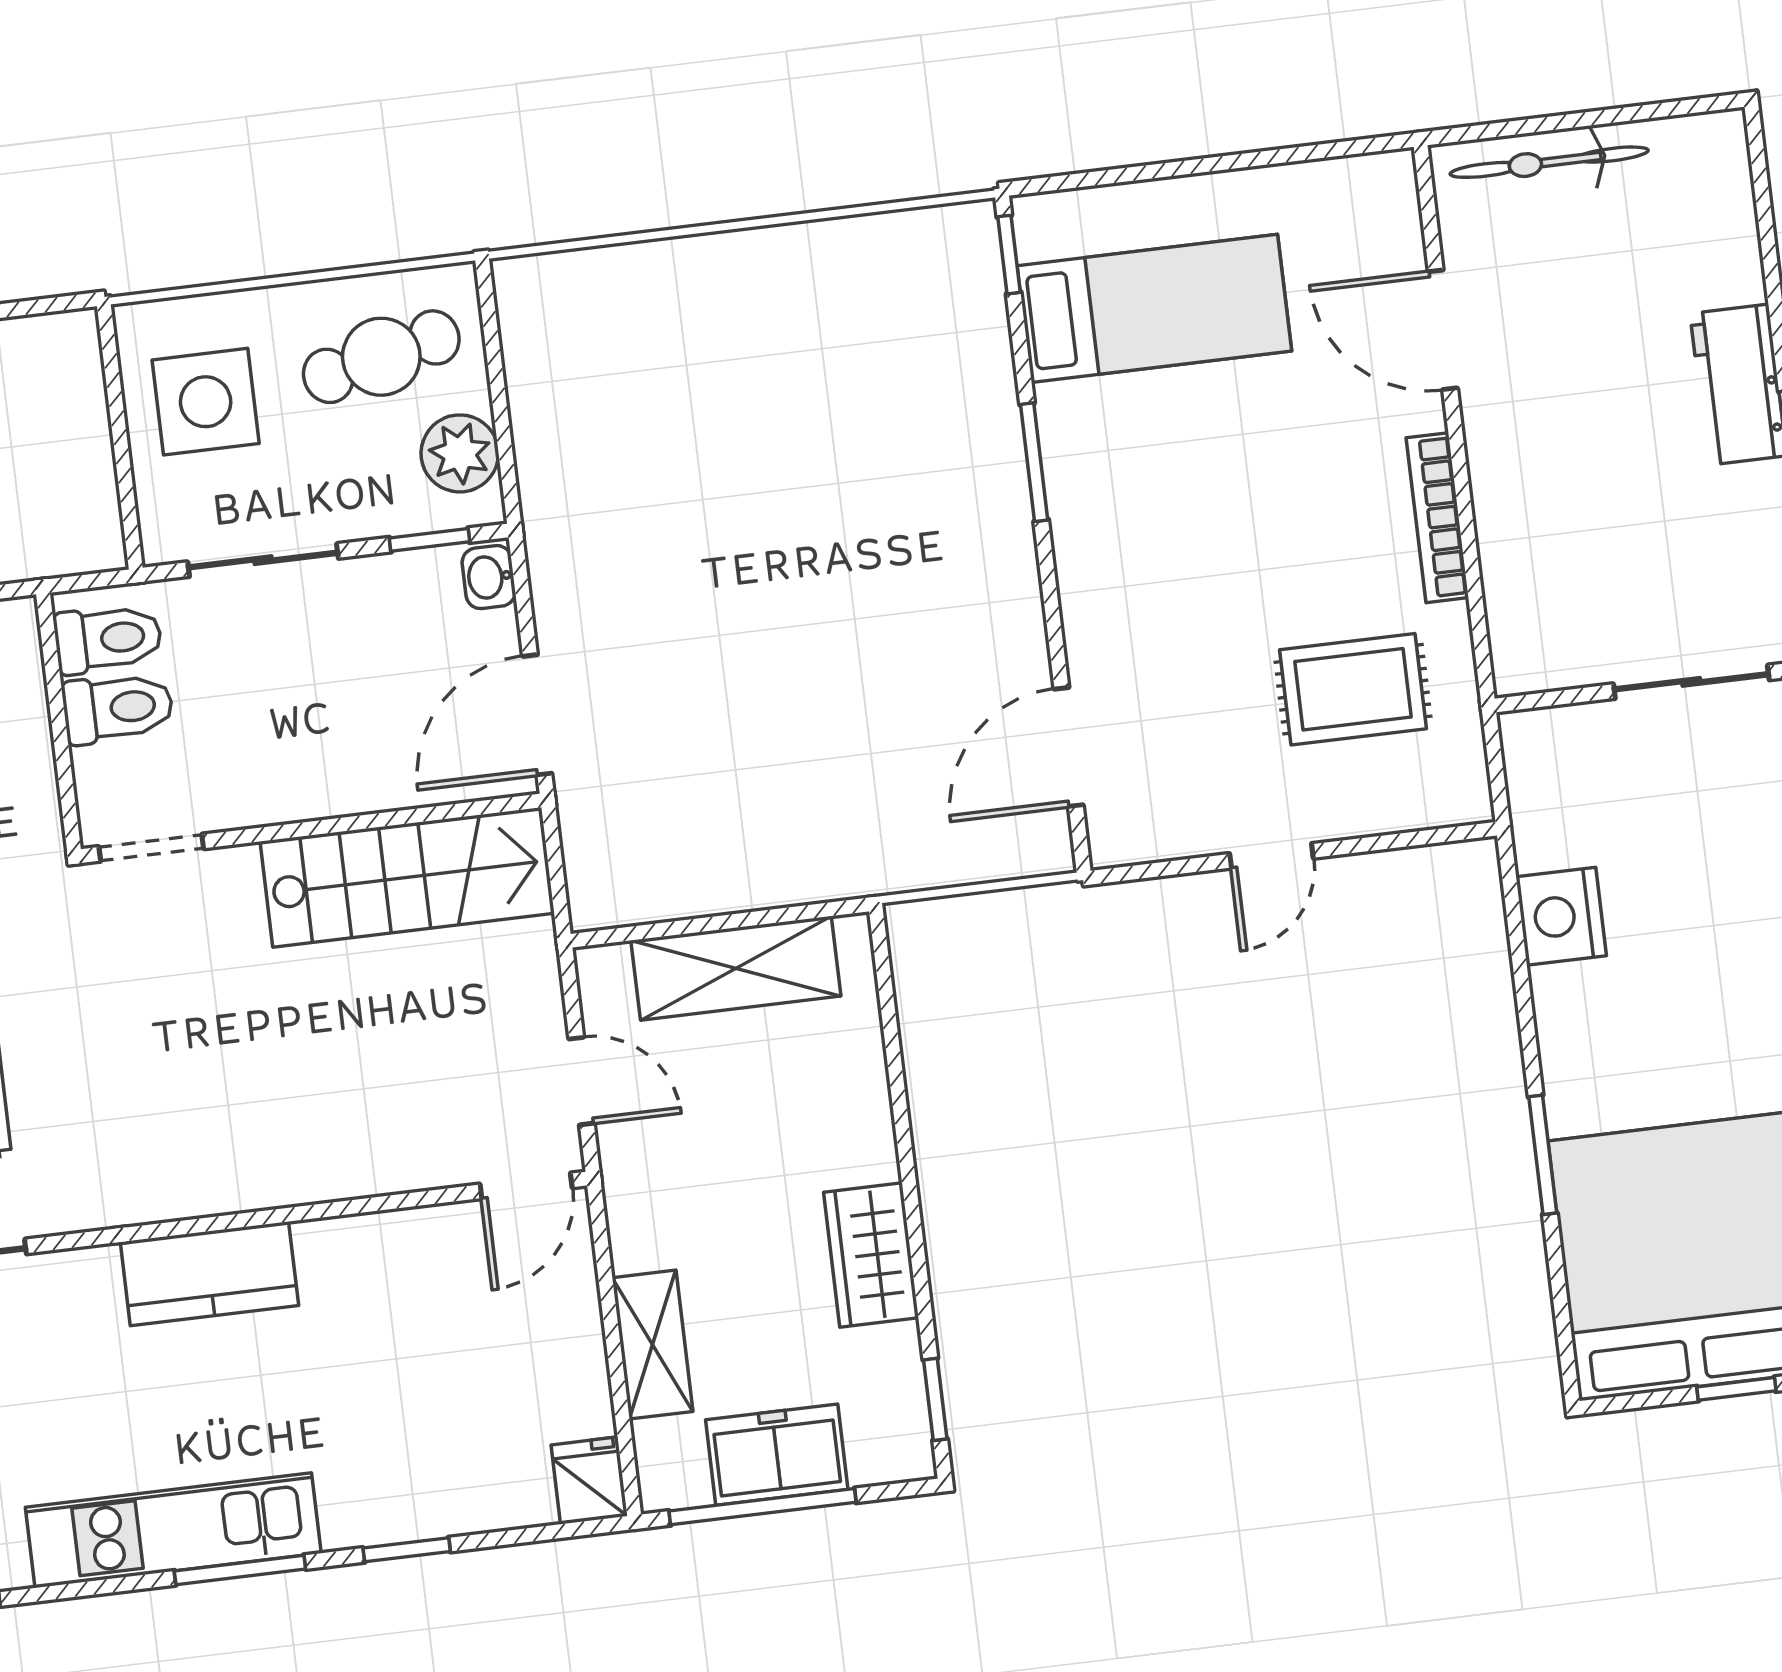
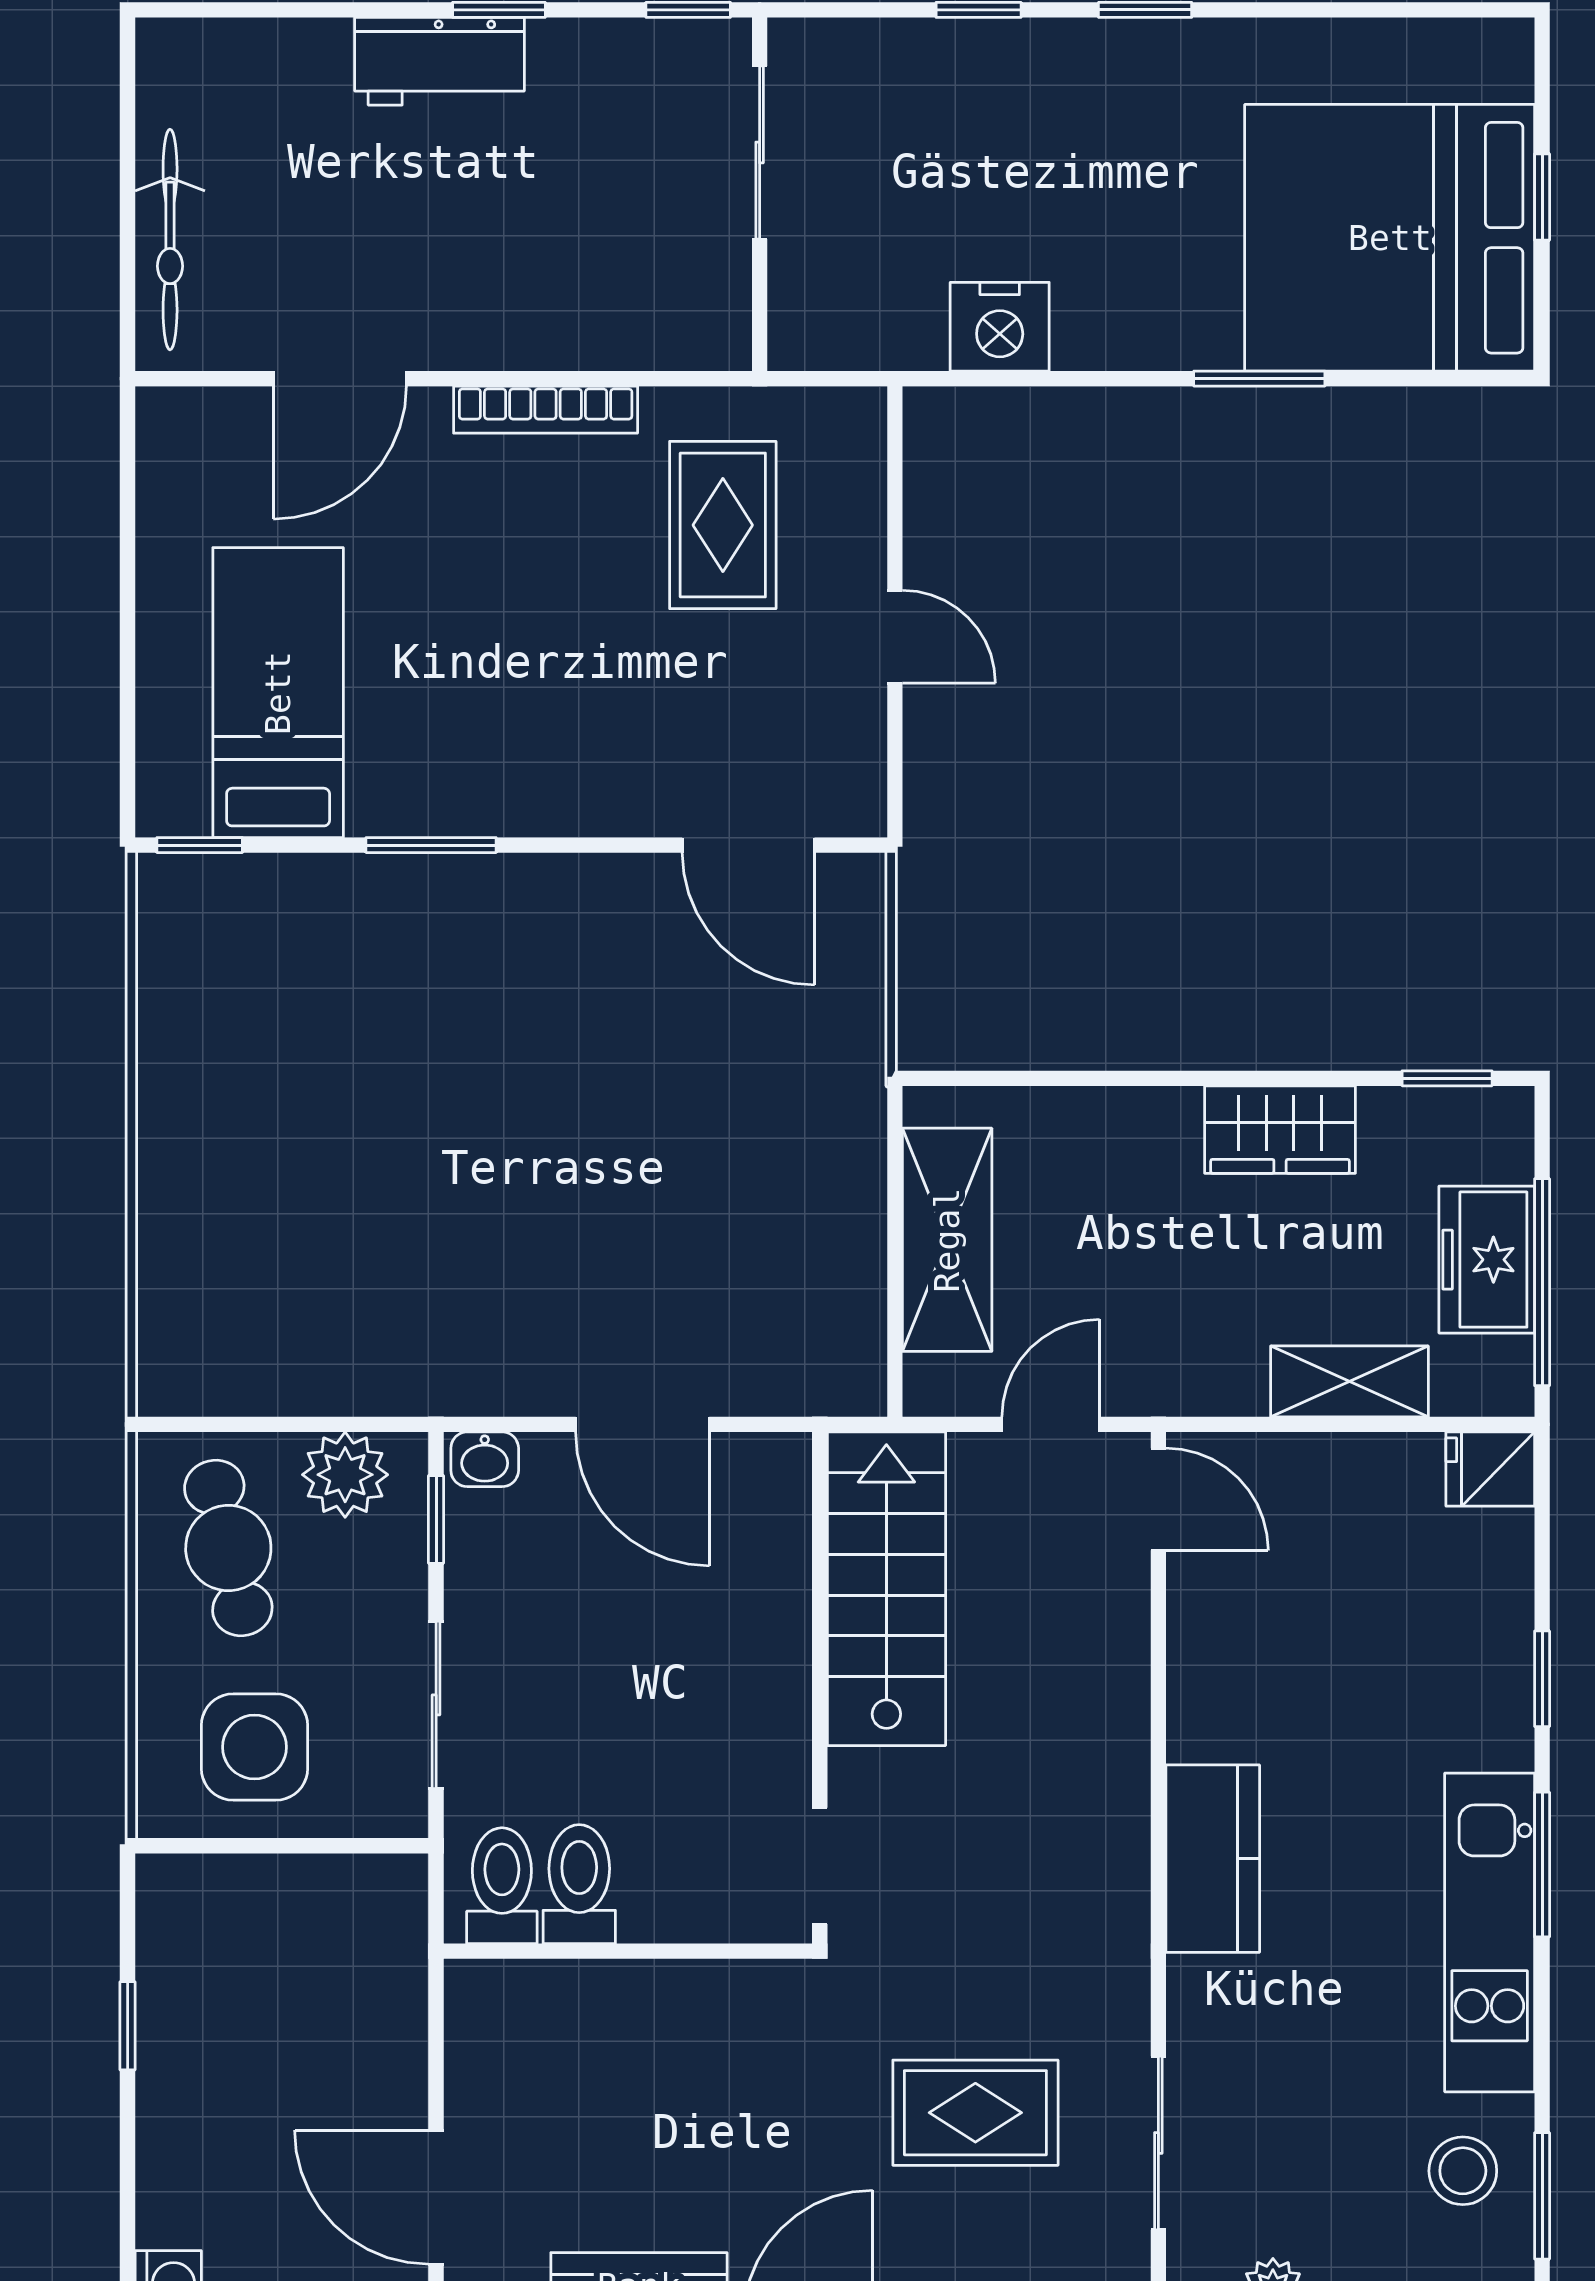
wall: (311, 828) -> (820, 1688), moved
doorway: (151, 848) -> (820, 1866), moved
stairs: (407, 877) -> (886, 1589), moved

